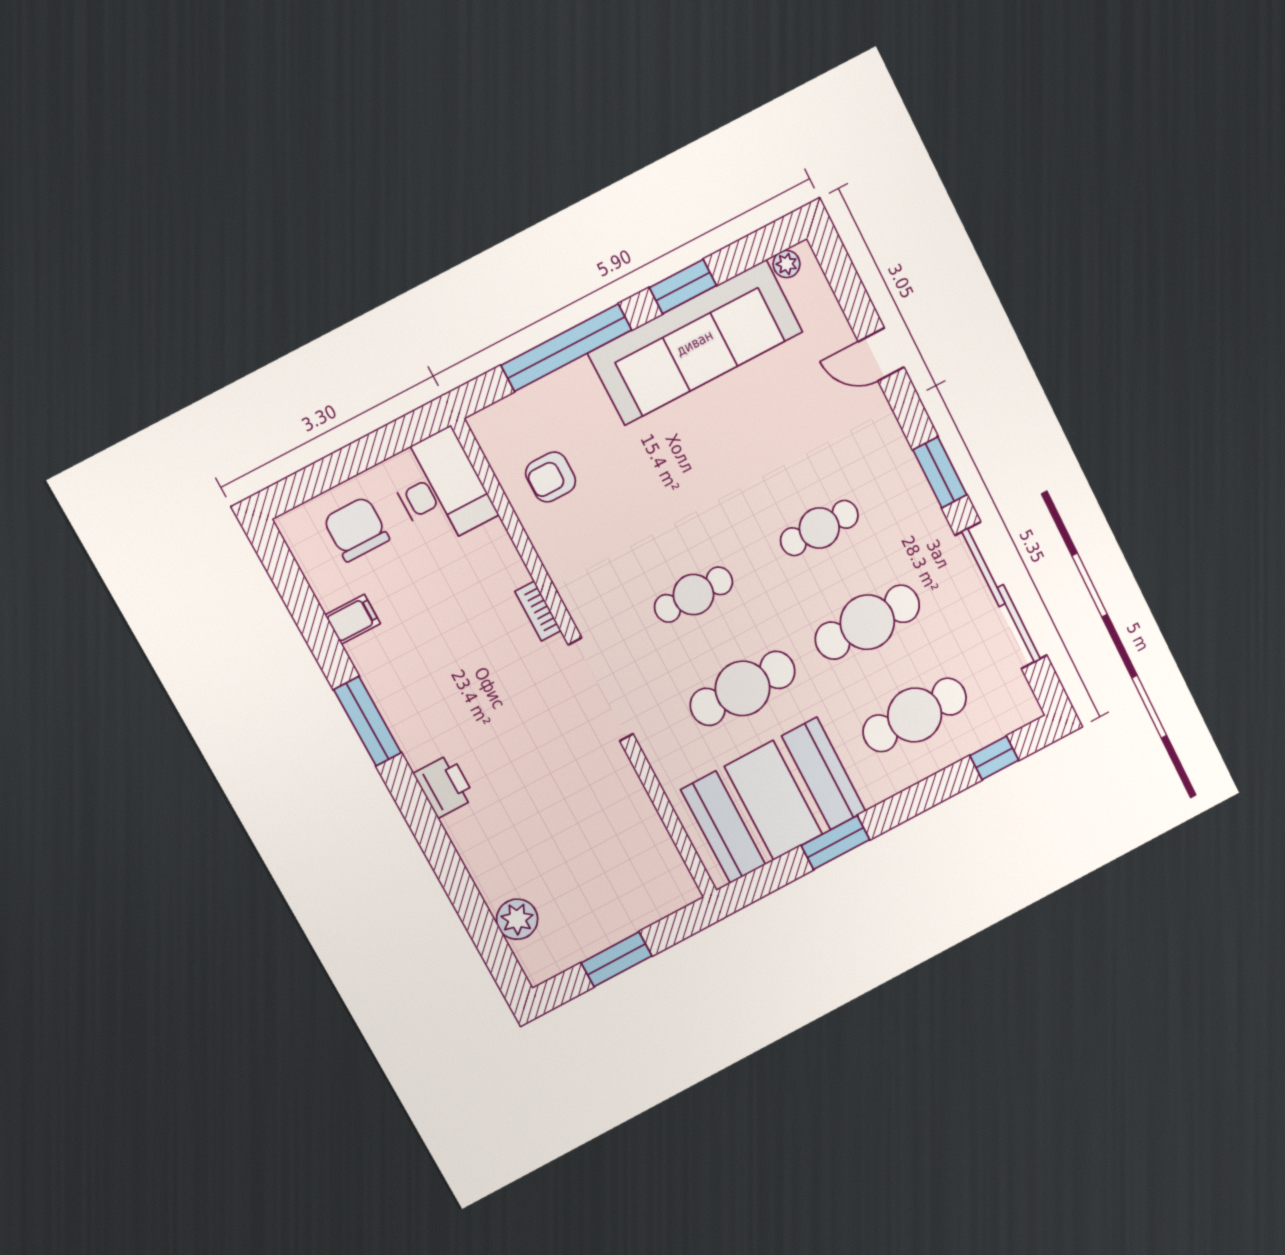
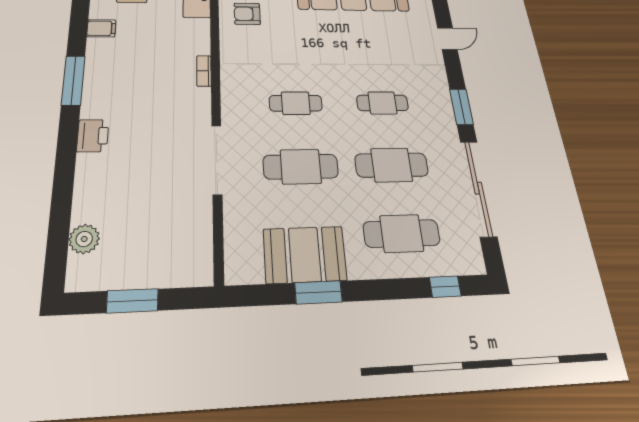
door: (881, 354) -> (447, 39), swing flipped
doorway: (601, 690) -> (217, 160), moved
booth: (773, 800) -> (305, 255), width x0.73, depth x0.70

